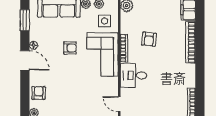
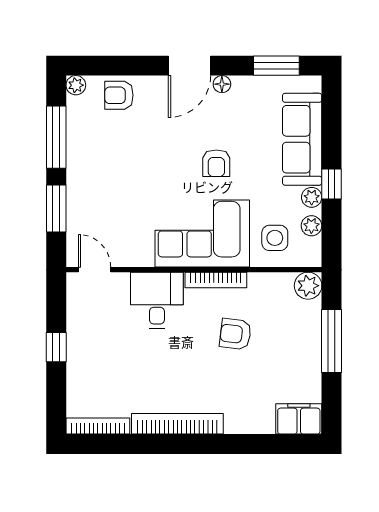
bookcase: (190, 42) -> (177, 424), moved
armchair: (39, 93) -> (119, 95), turned 180
door: (119, 104) -> (95, 270), hinge flipped

